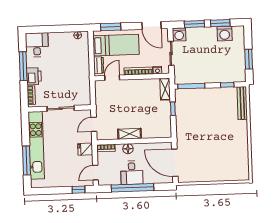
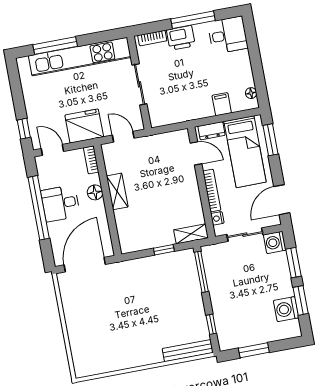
filing cabinet: (82, 56) -> (222, 104), added
fridge: (85, 149) -> (84, 126), width x1.88, depth x1.34

